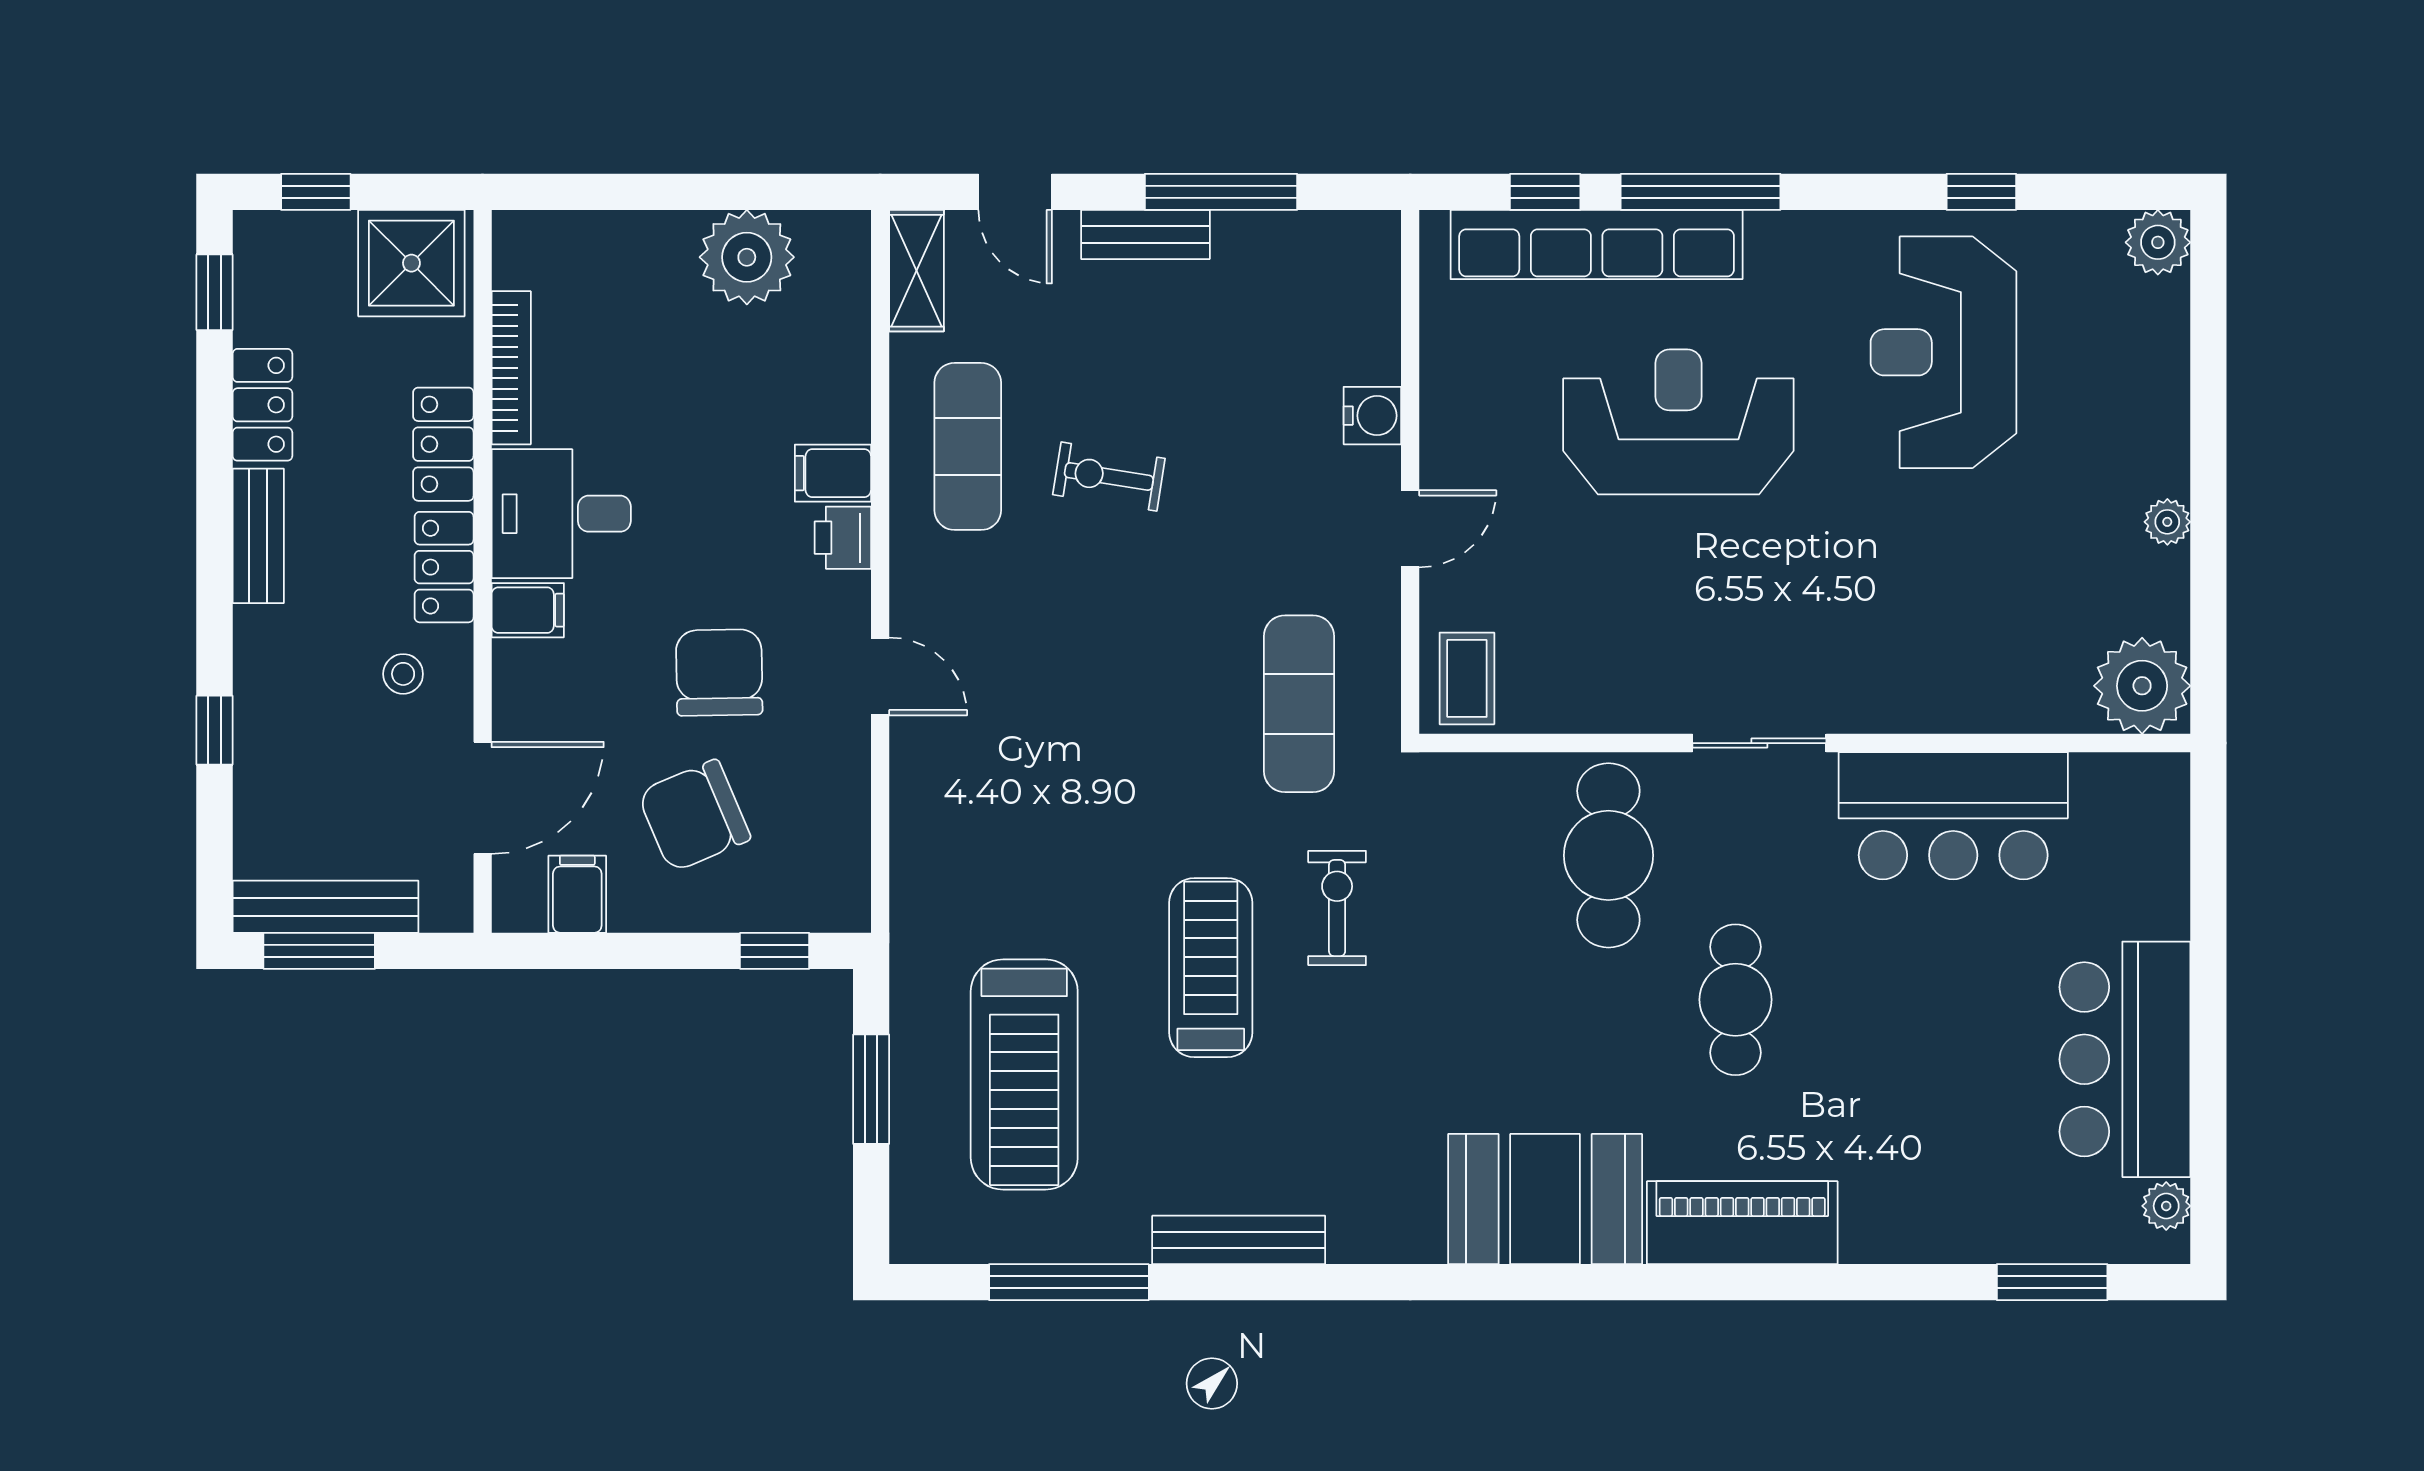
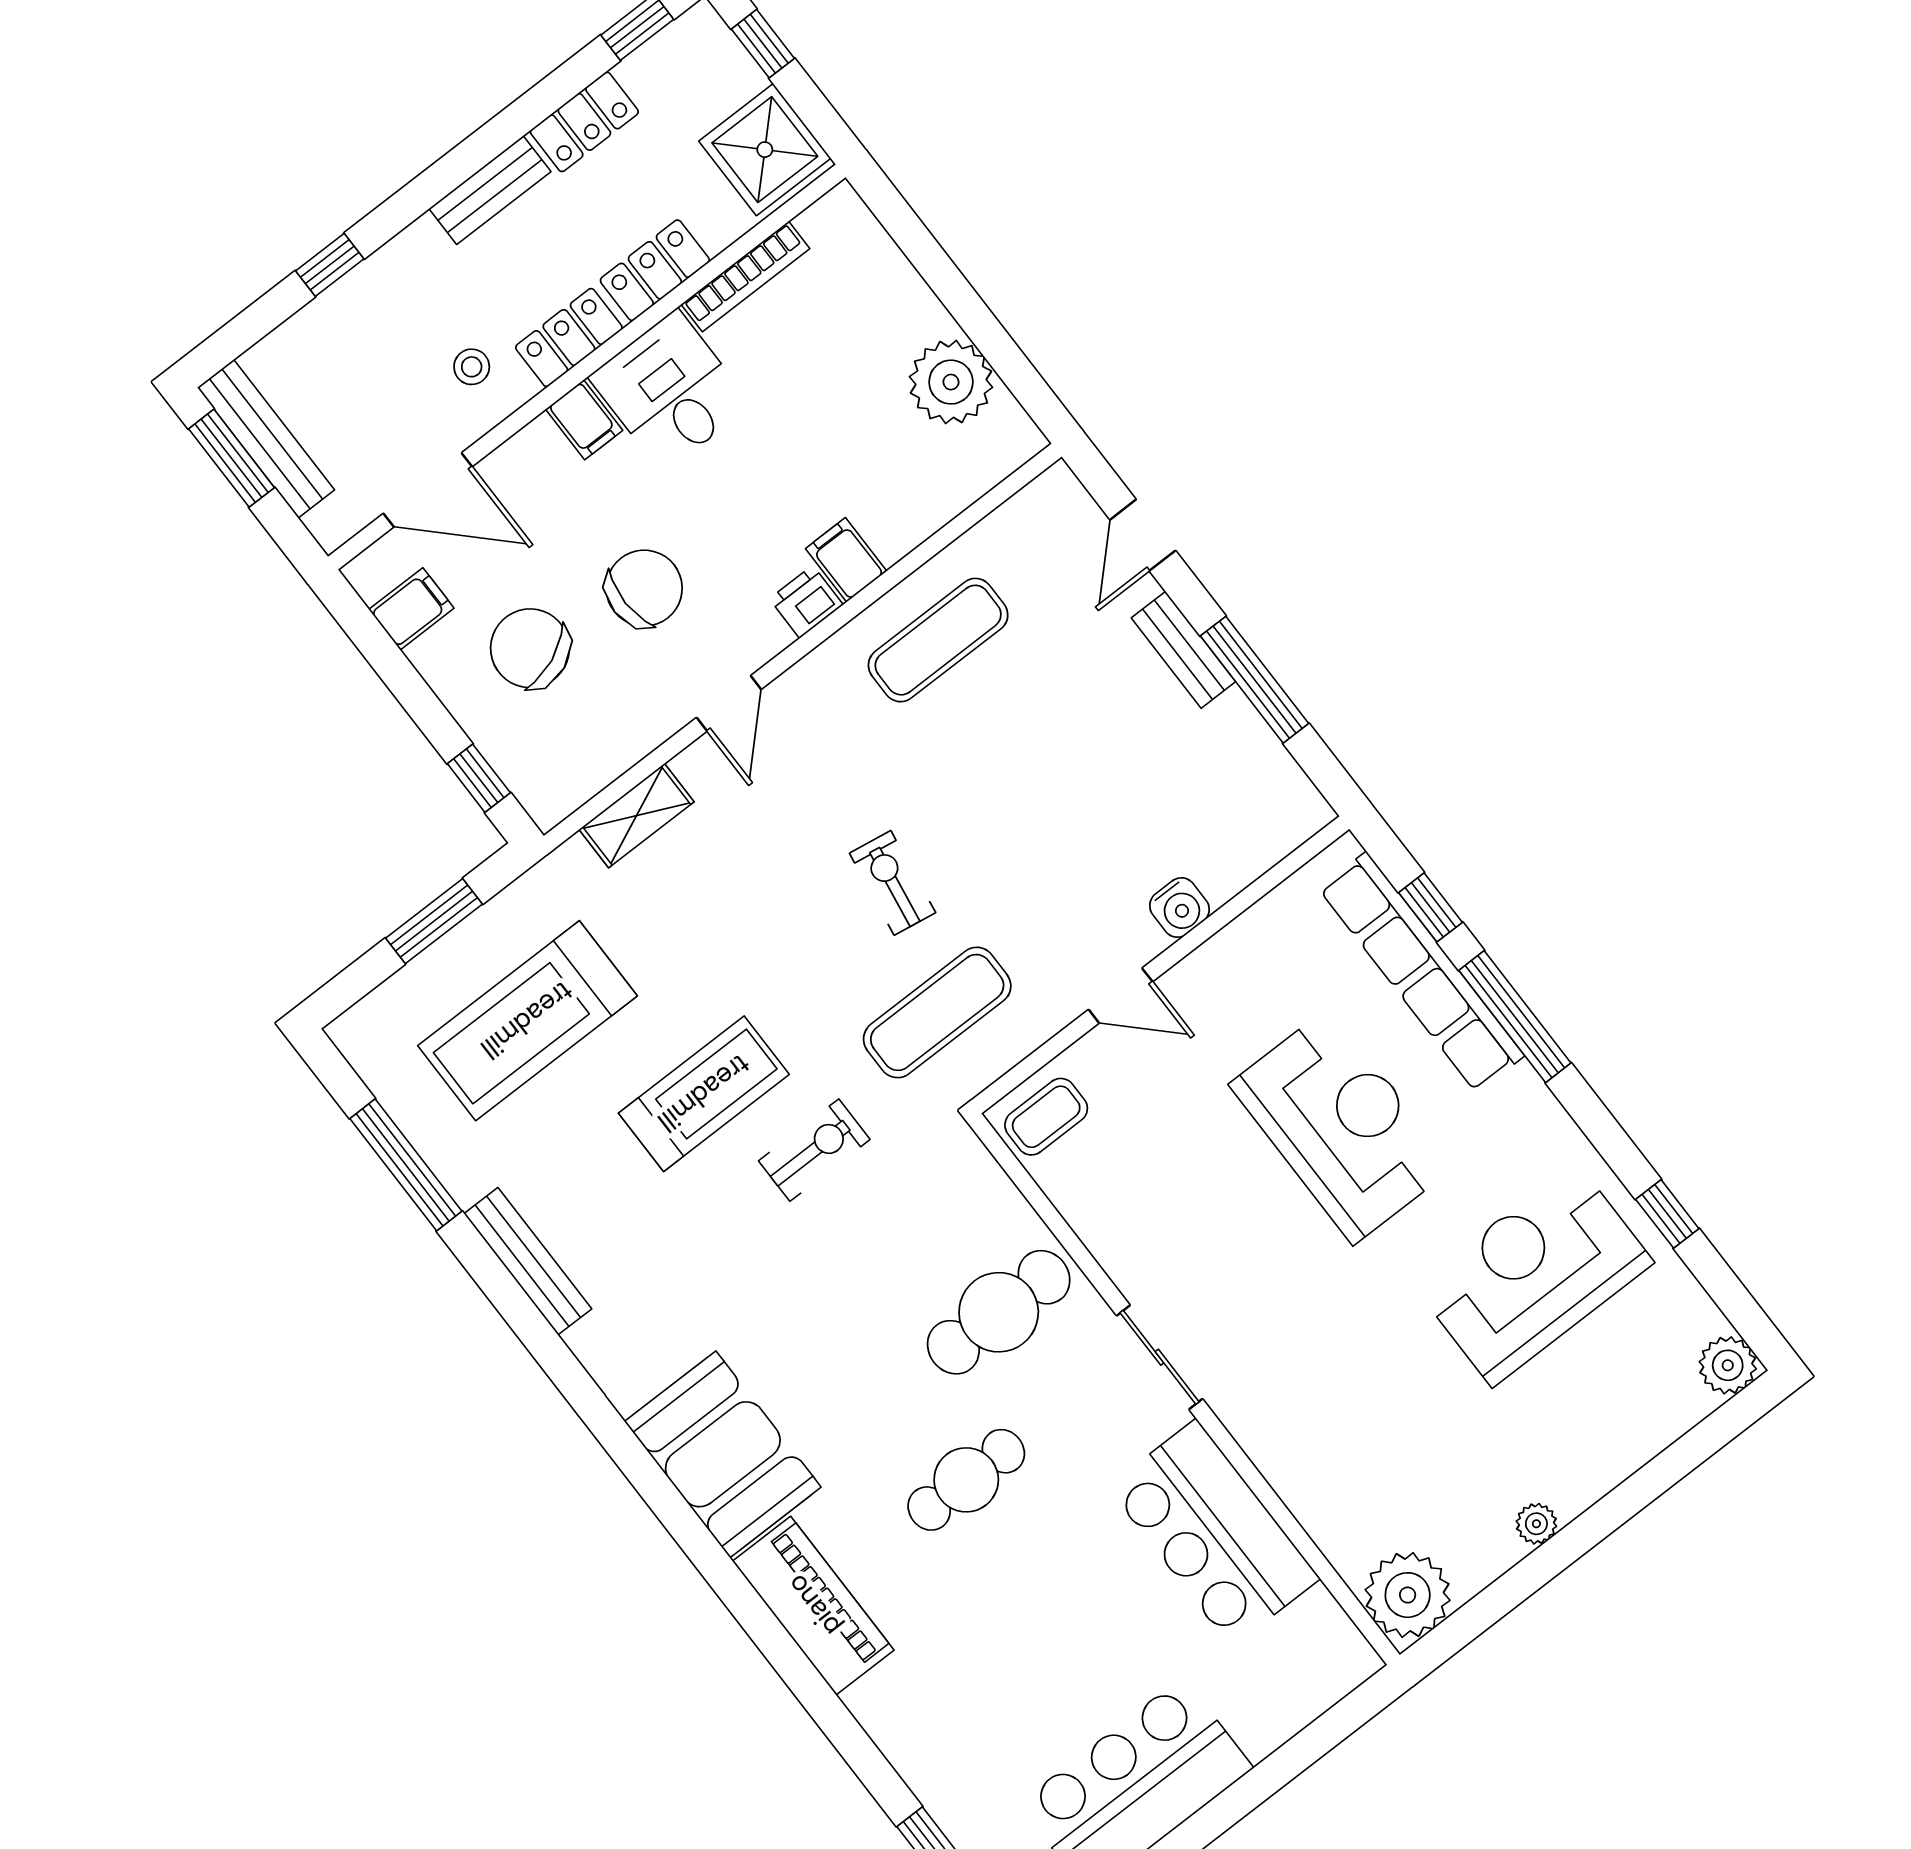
shelving: (916, 271) -> (637, 816), moved
exercise bike: (1109, 477) -> (893, 883), moved

